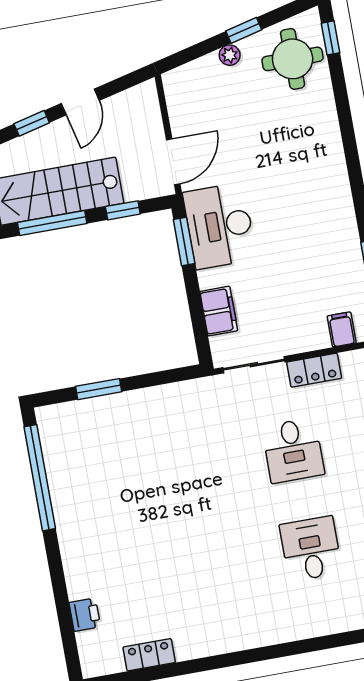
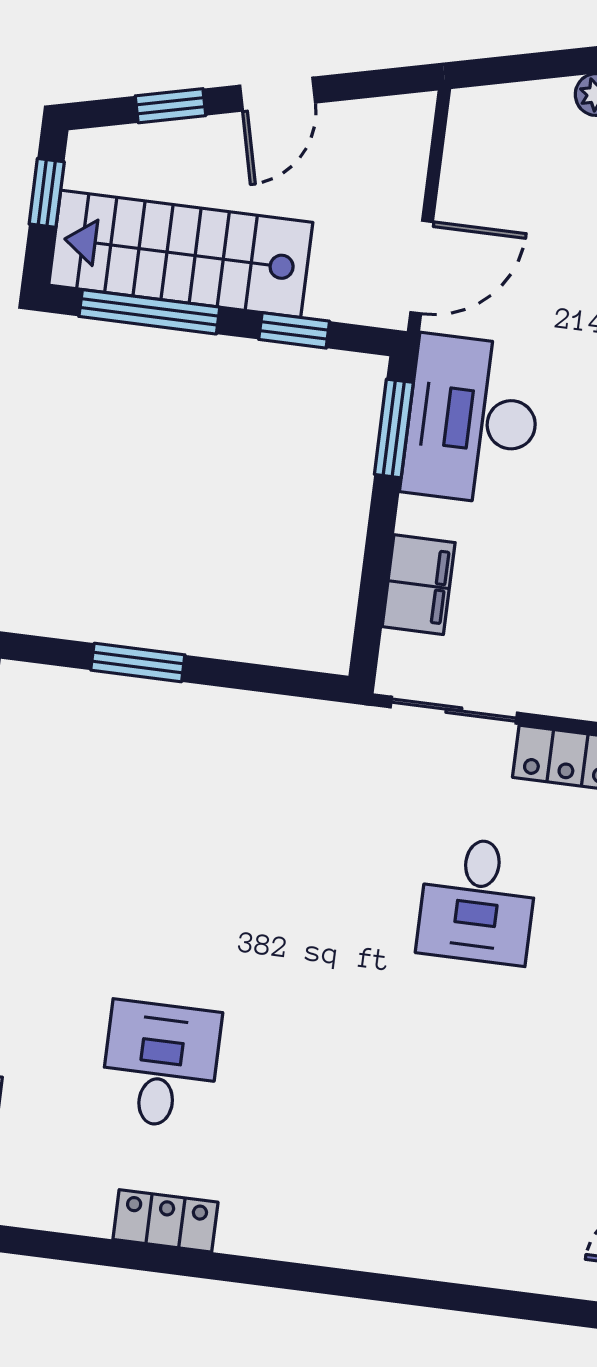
desk: (311, 549) -> (160, 1065), moved
locker: (149, 655) -> (165, 1221), moved

